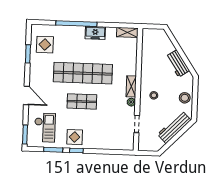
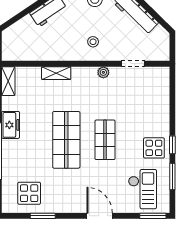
shop shelf: (83, 73) -> (66, 140), width x0.71
shelving: (131, 86) -> (56, 73), moved
door: (26, 95) -> (100, 216), hinge flipped
checkout: (45, 128) -> (142, 189), turned 90

